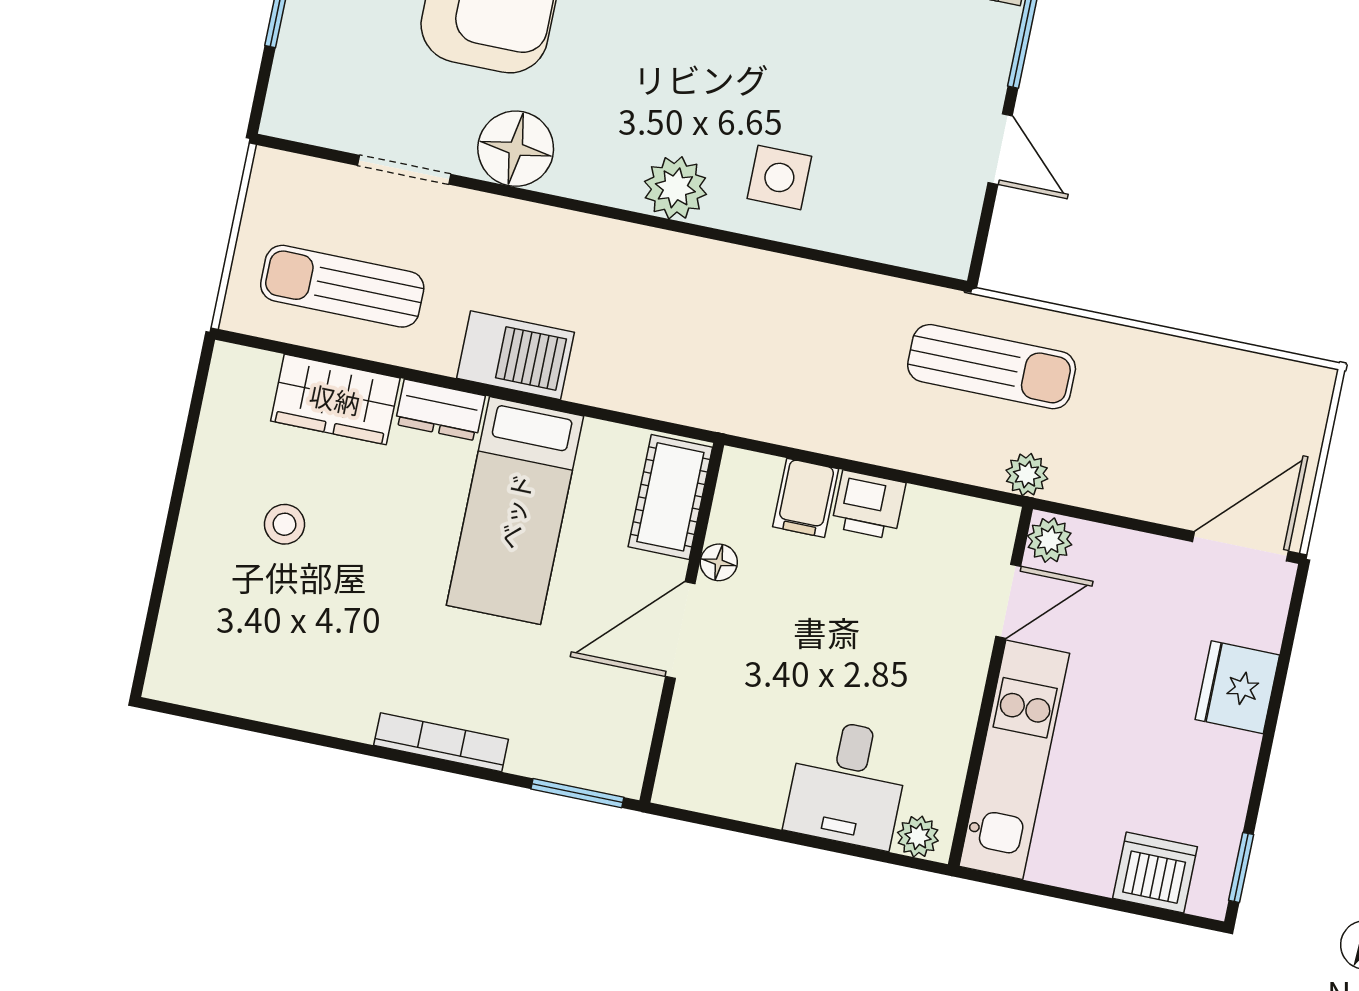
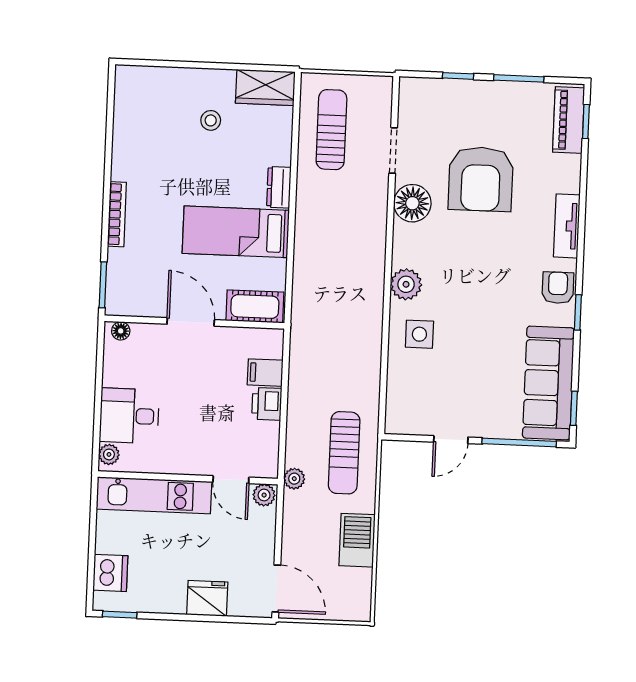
barbecue: (515, 355) -> (357, 540), moved, turned 180
wardrobe: (335, 399) -> (265, 88), moved, turned -90
floor lamp: (719, 562) -> (121, 331), moved

